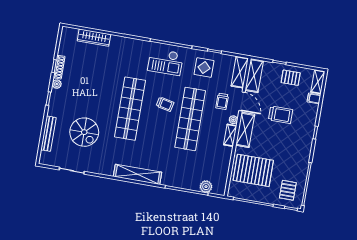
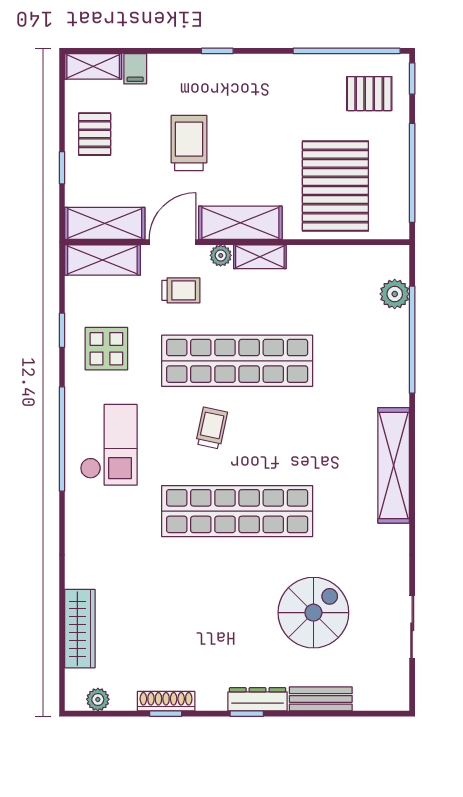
plant: (57, 84) -> (98, 699), moved
dresser: (53, 104) -> (258, 699), added
bench: (48, 134) -> (321, 699), width x0.73

